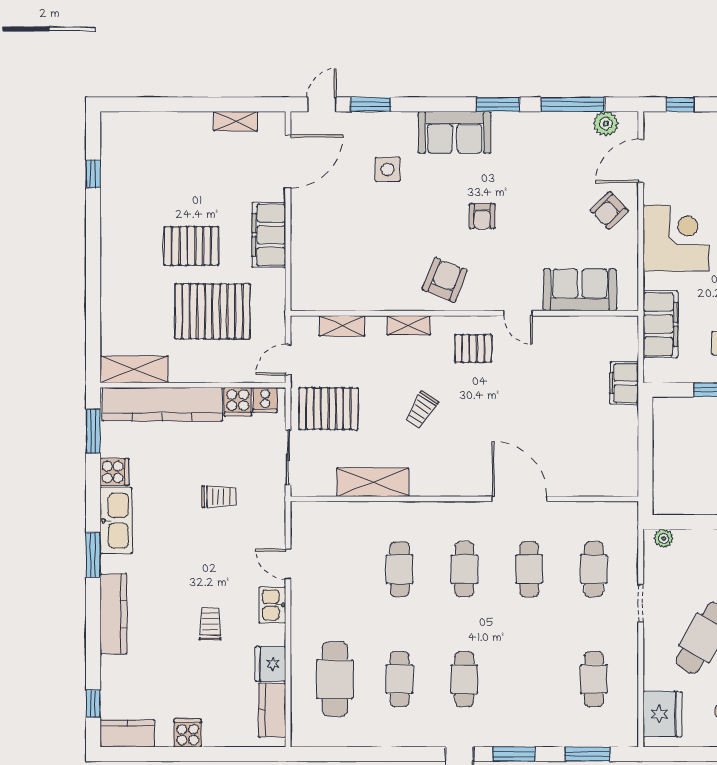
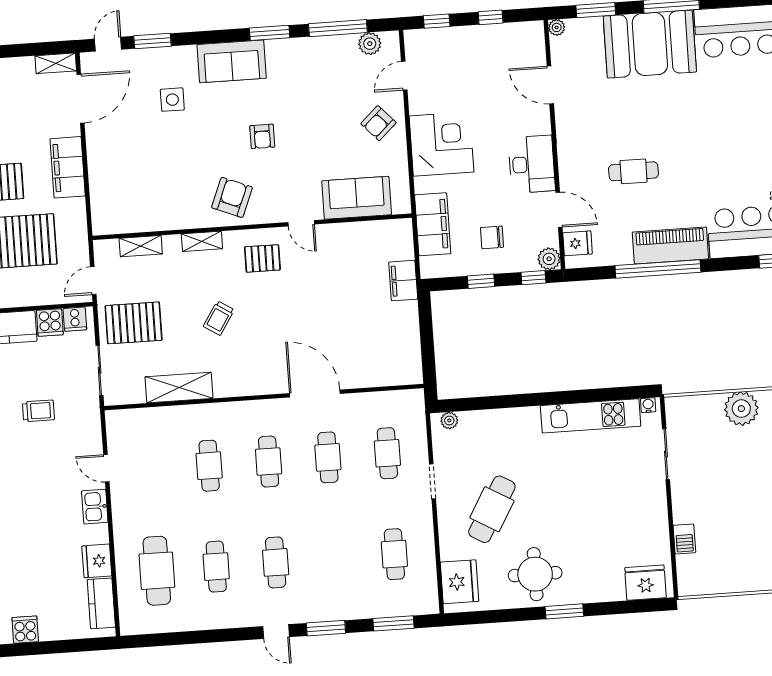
shelving: (236, 121) -> (56, 63), moved
door: (641, 161) -> (404, 76), width x0.73
trolley: (210, 624) -> (39, 528), removed

